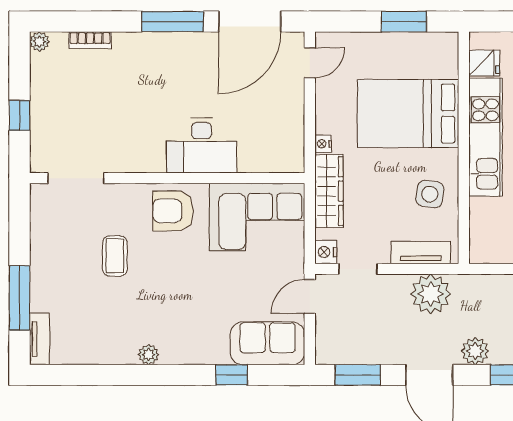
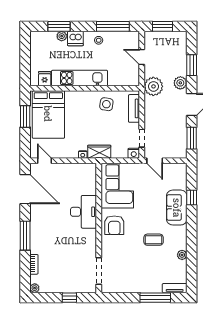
window: (173, 22) -> (25, 236), moved
bed: (408, 114) -> (48, 114), moved
wardrobe: (329, 191) -> (99, 152), width x0.67
coffee table: (115, 256) -> (154, 240), moved
plant: (431, 294) -> (153, 86), moved
sofa: (267, 343) -> (177, 208), moved
plant: (149, 355) -> (182, 255), moved

